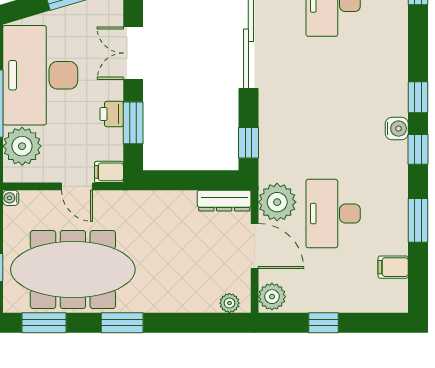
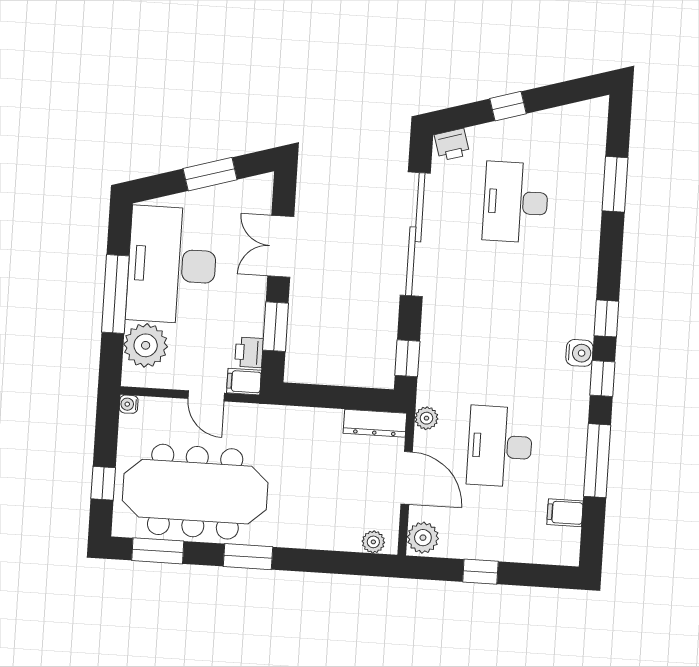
printer: (112, 114) -> (249, 352), moved
plant: (277, 202) -> (426, 418), width x0.53, depth x0.53
window: (418, 220) -> (597, 461), width x1.44

